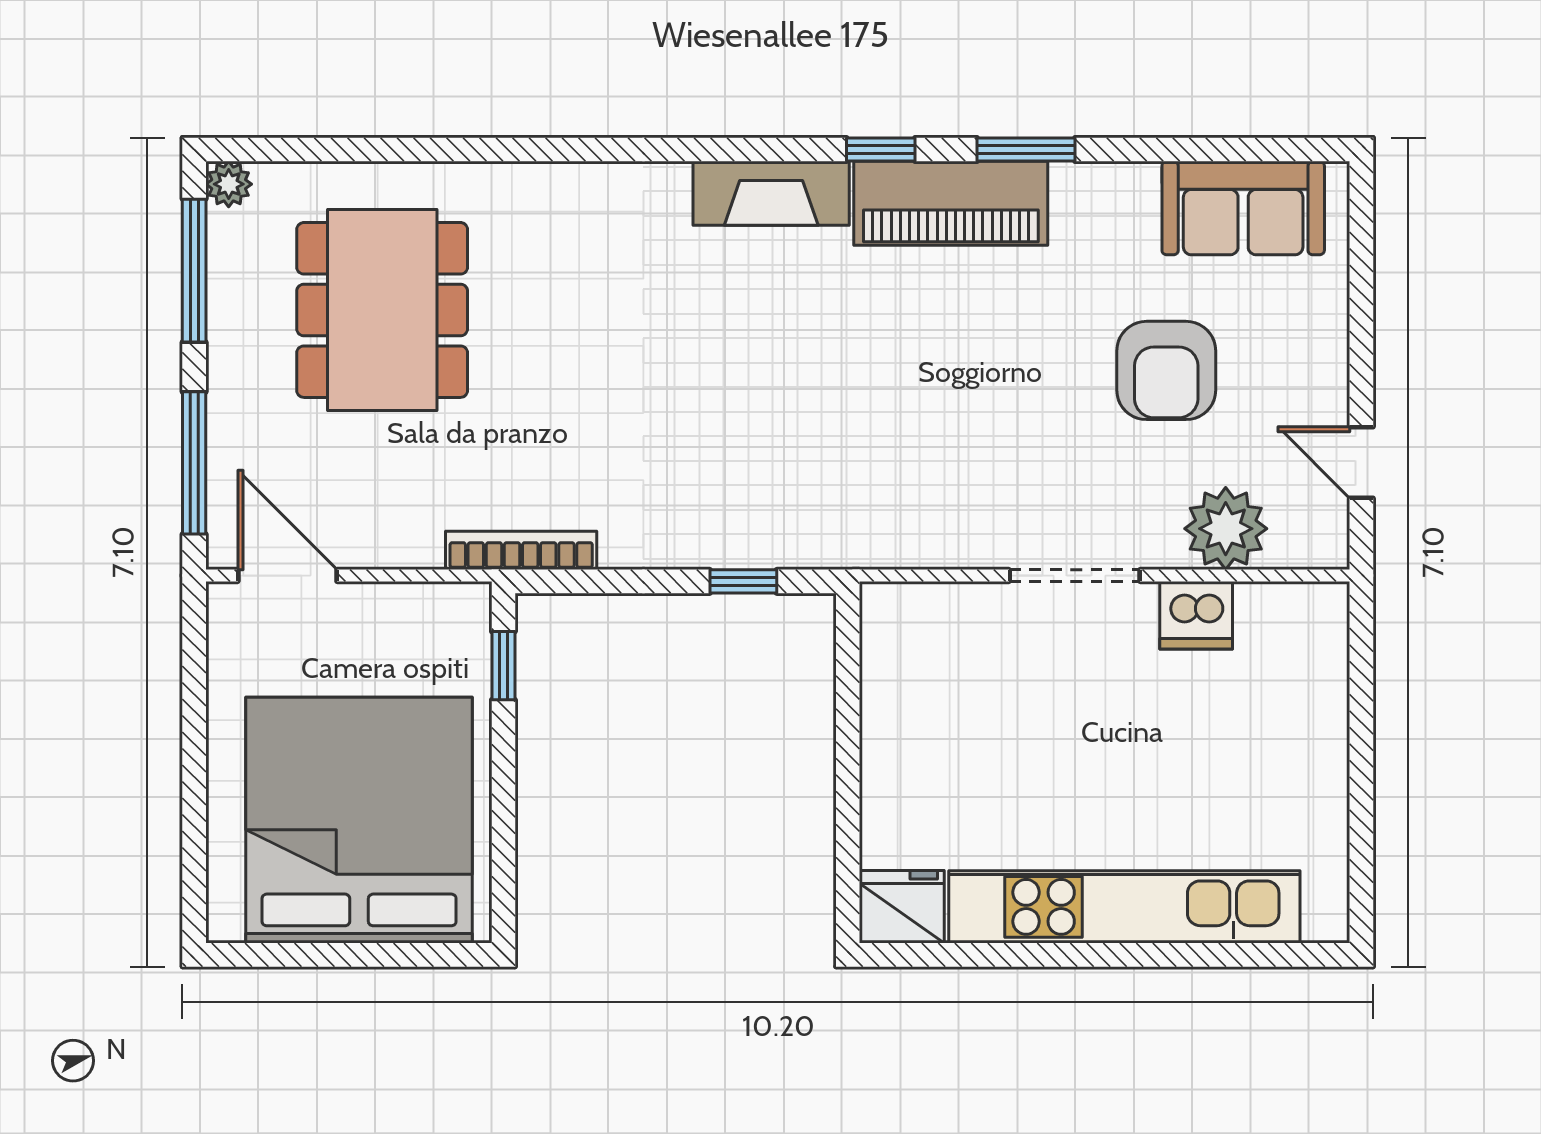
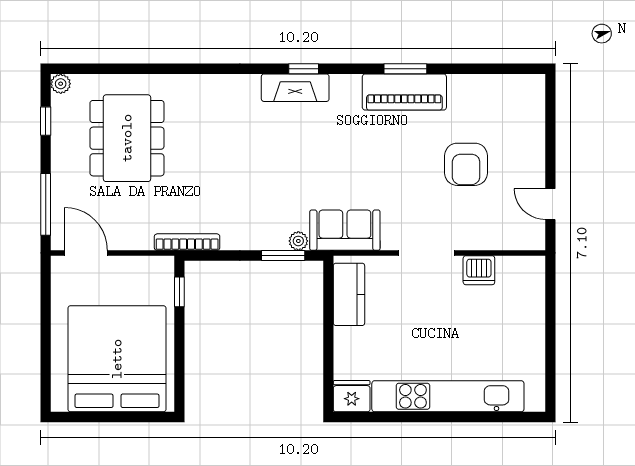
window: (881, 149) -> (304, 69), moved
piano: (951, 203) -> (404, 92), moved
sofa: (1243, 208) -> (345, 230), moved, turned 180
window: (194, 271) -> (46, 121), width x0.46
plant: (1226, 529) -> (298, 241), moved, width x0.53, depth x0.53
window: (743, 581) -> (283, 256), width x1.50
kitchen counter: (896, 671) -> (349, 294), added

